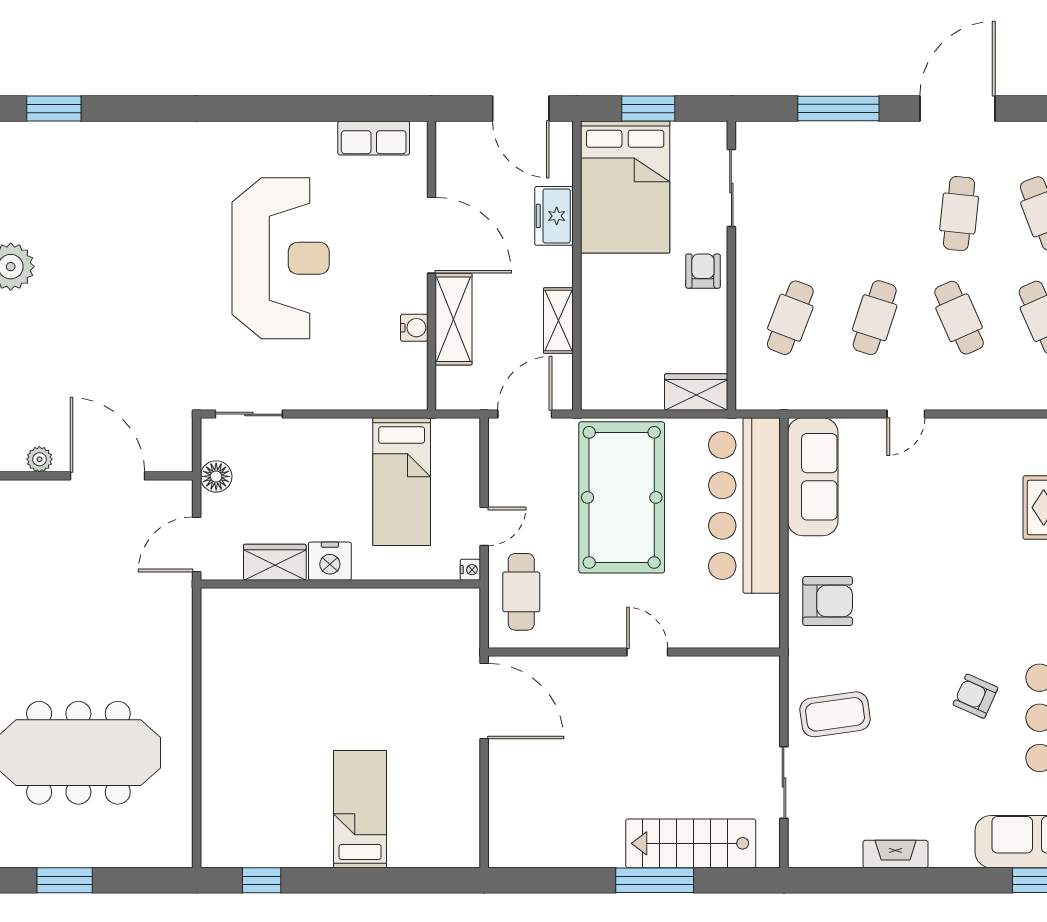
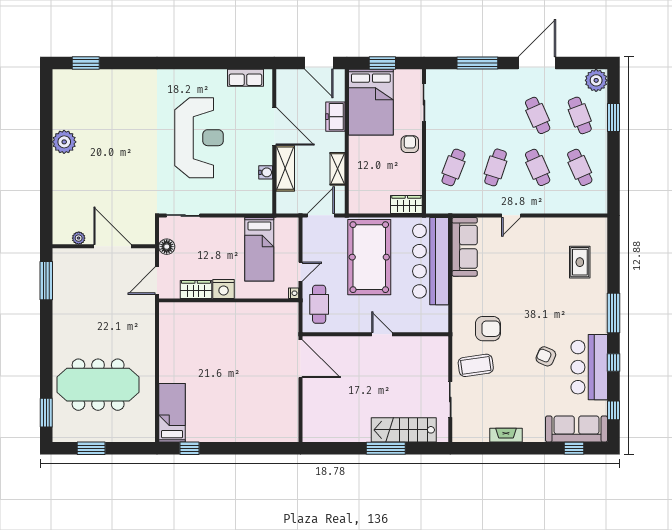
cafe table: (959, 214) -> (538, 115), turned -30
armchair: (828, 601) -> (488, 329), moved
bed: (360, 809) -> (172, 413), moved

